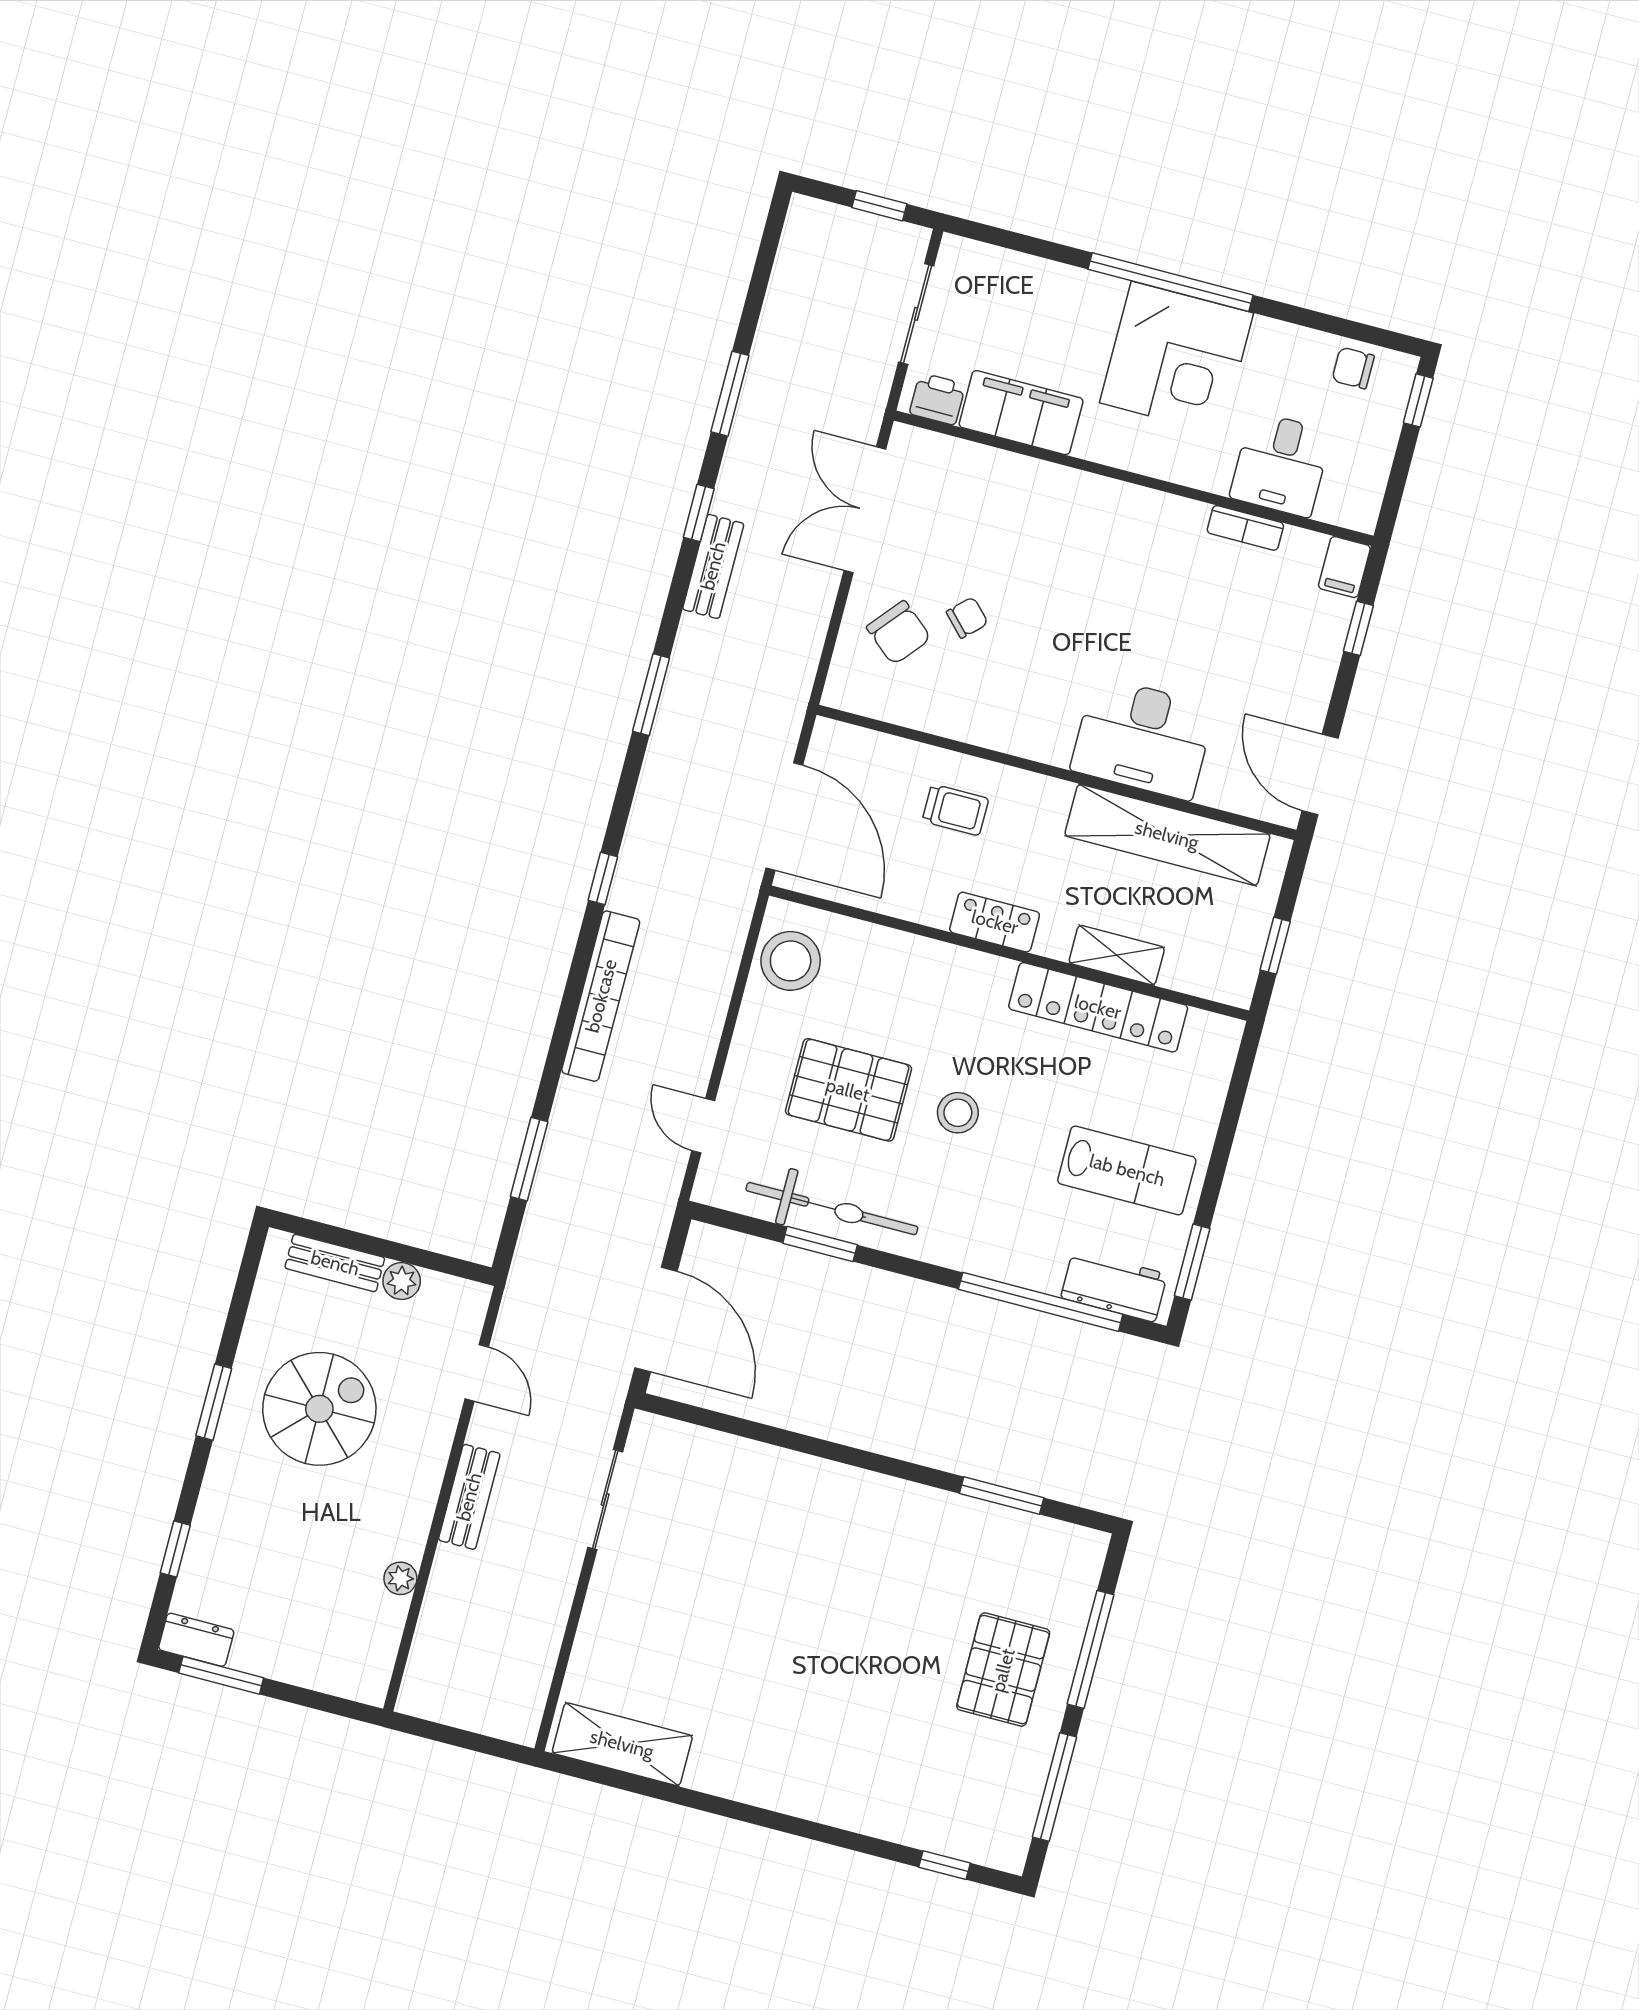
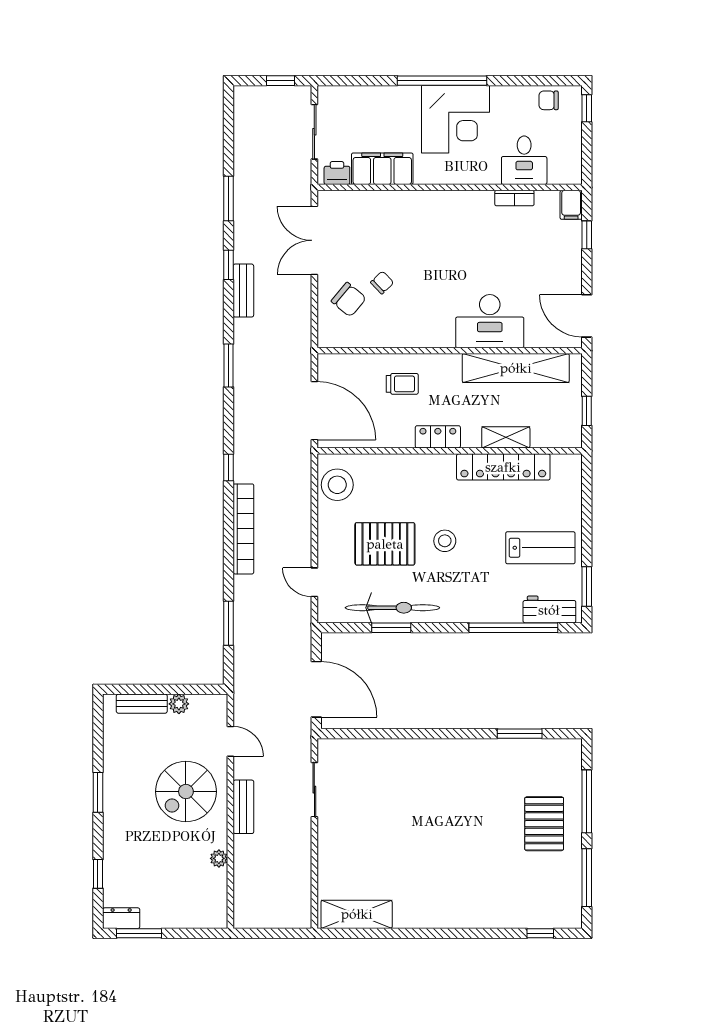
spiral stairs: (319, 1409) -> (186, 792), moved, turned 180

